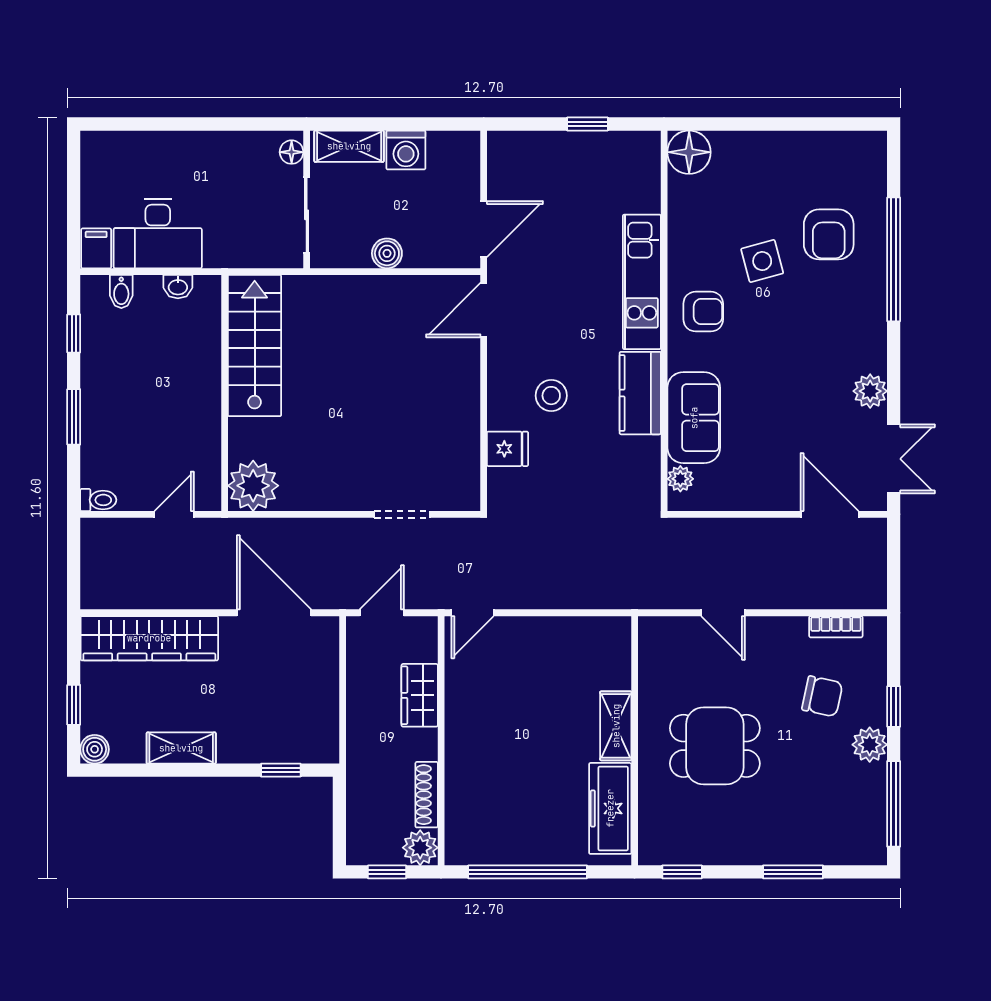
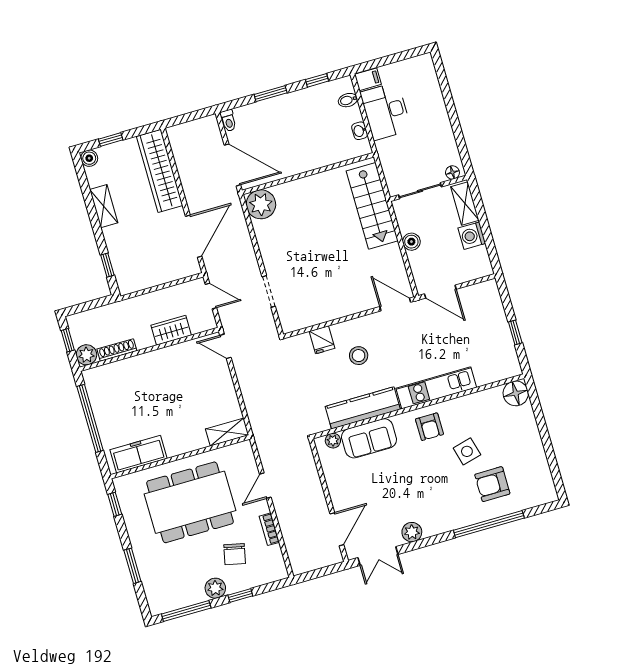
stairs: (255, 346) -> (372, 206), moved, turned 90
kitchen counter: (640, 393) -> (363, 408), width x1.50
door: (174, 514) -> (232, 165), width x1.88
bookcase: (836, 627) -> (269, 529), moved
shelving: (616, 726) -> (227, 432), moved
dining table: (715, 746) -> (190, 502), width x1.88, depth x1.24

